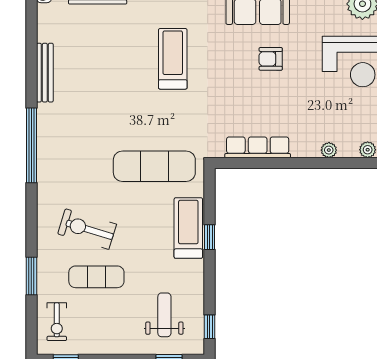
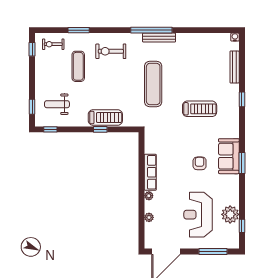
bench: (45, 73) -> (159, 38), moved
row of seats: (258, 147) -> (150, 172), moved
exercise mat: (154, 166) -> (153, 84), moved
exercise bike: (87, 229) -> (111, 51), moved, turned -107
weight bench: (164, 315) -> (57, 104), turned 180

